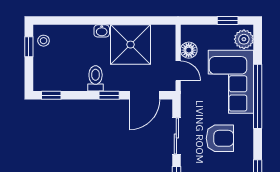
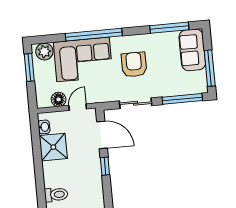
window: (228, 21) -> (29, 67), width x1.50
washbasin: (102, 31) -> (44, 127), moved
shower: (131, 45) -> (53, 147), width x0.73, depth x0.73
toilet: (96, 78) -> (56, 195), moved, turned 180

